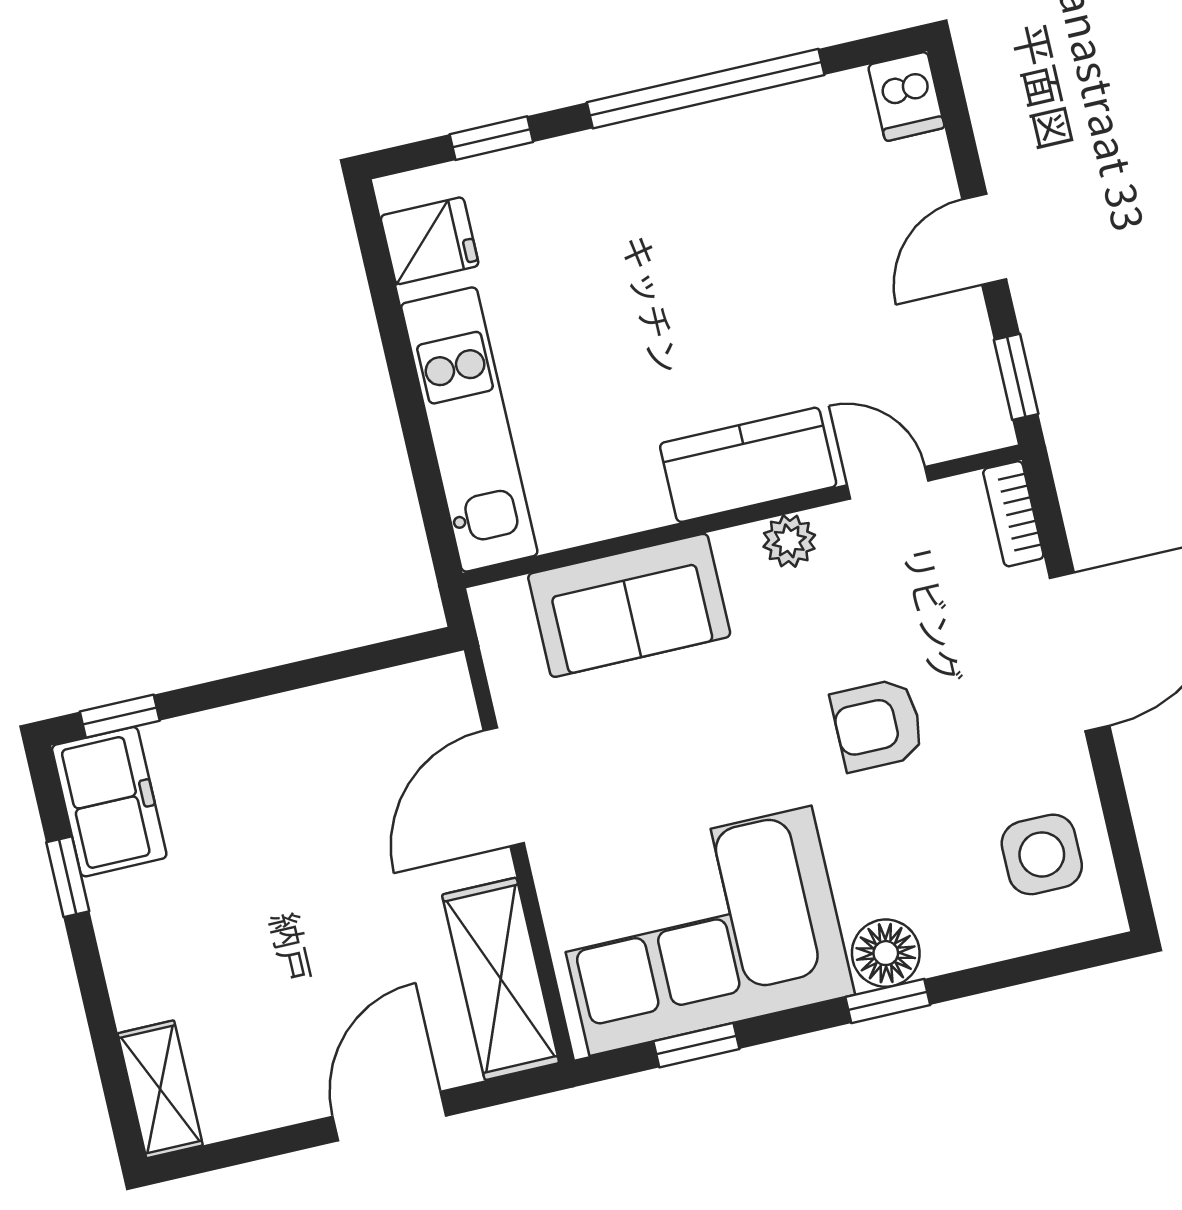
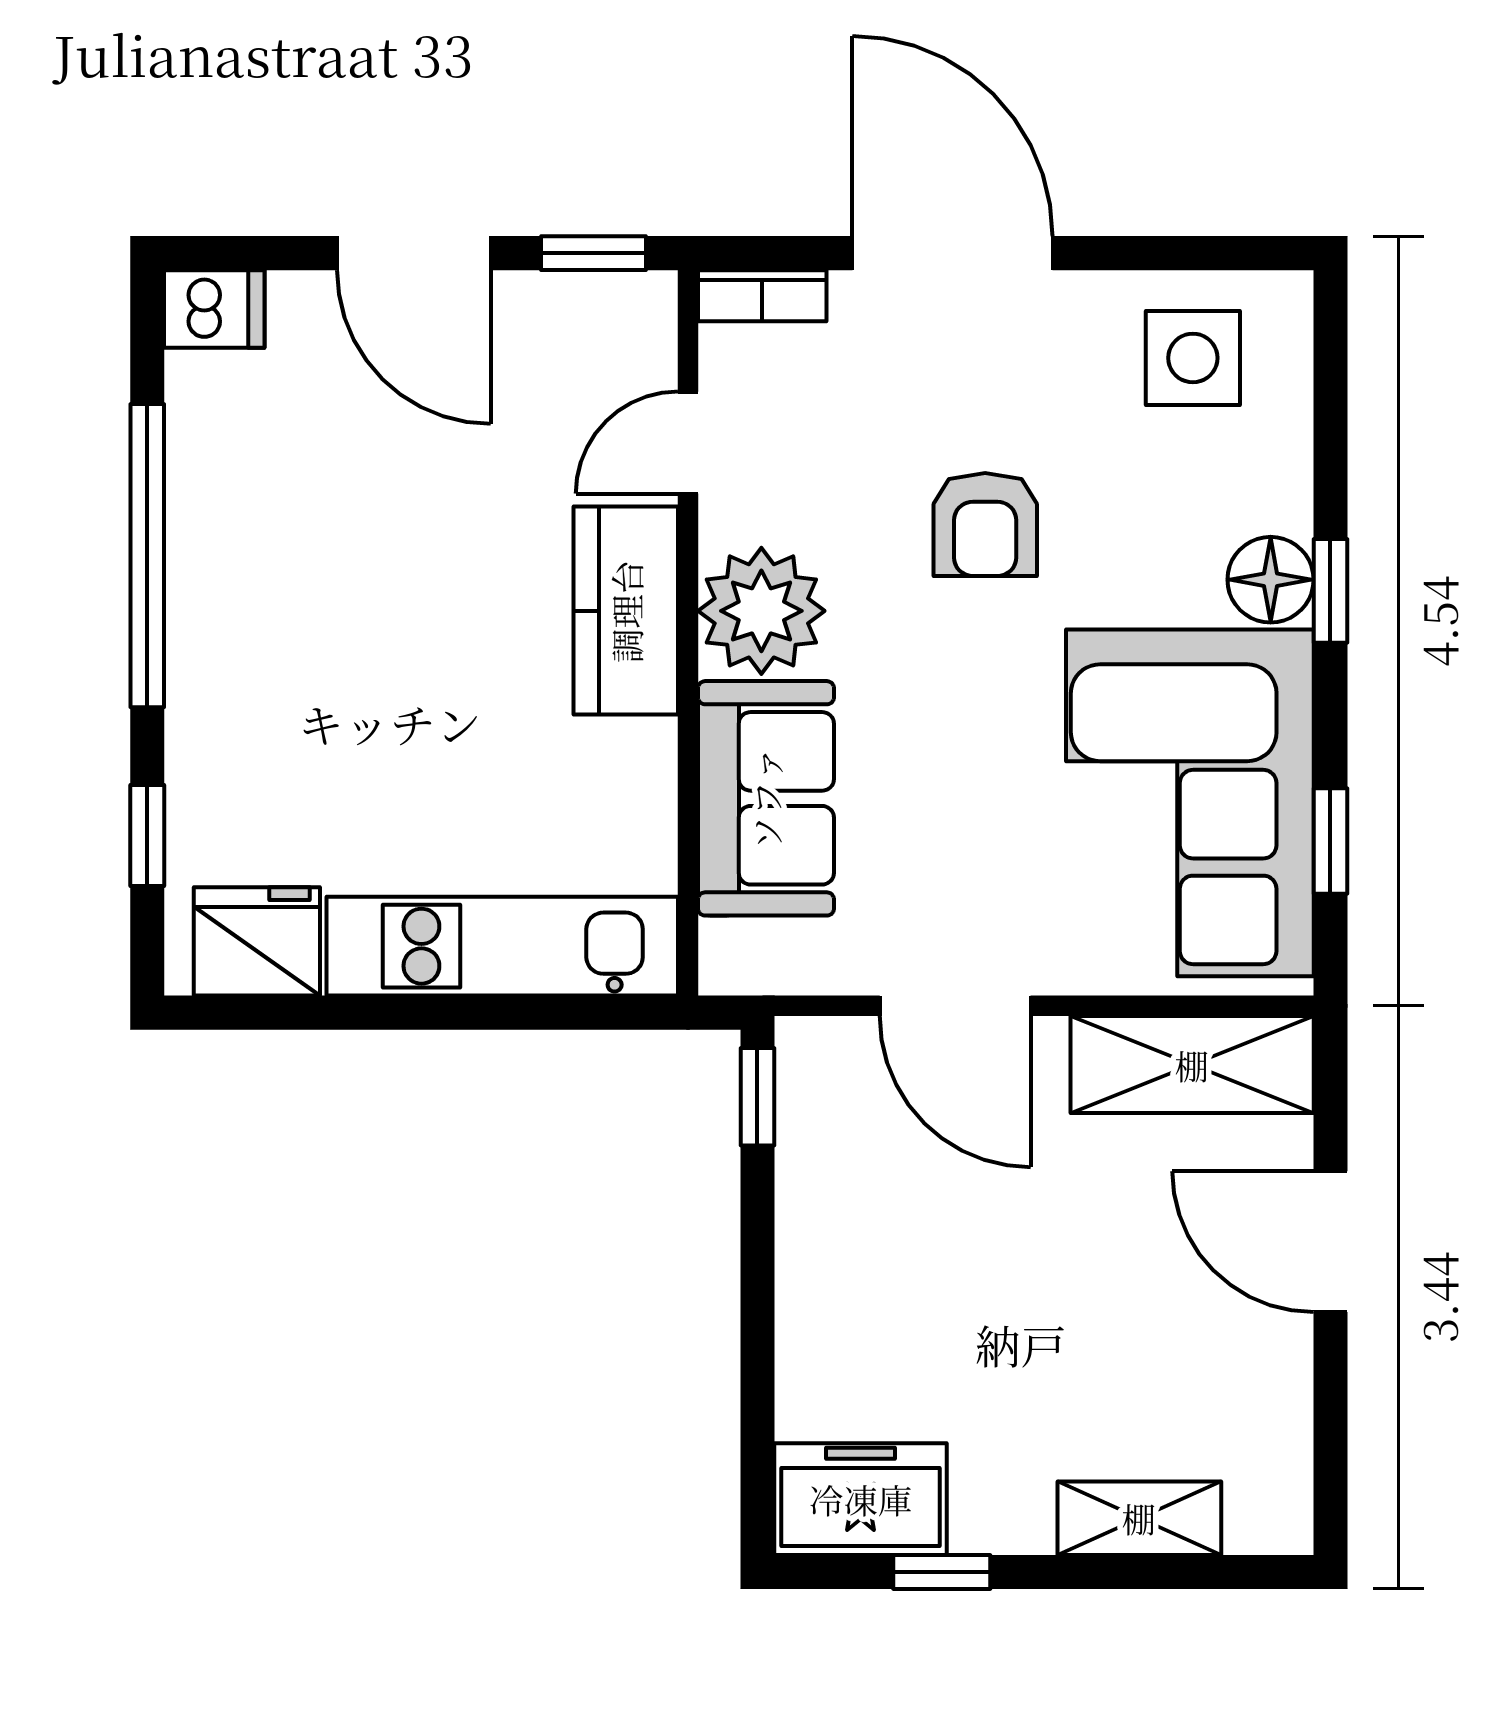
door: (984, 239) -> (414, 253), width x1.38
fridge: (430, 241) -> (257, 941), width x1.38
plant: (789, 541) -> (761, 611), width x1.88, depth x1.88
window: (120, 716) -> (757, 1097), moved
shelving: (160, 1089) -> (1139, 1518), moved

